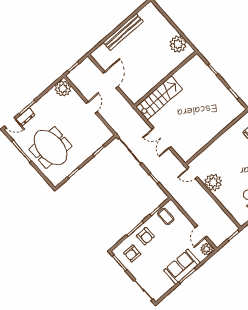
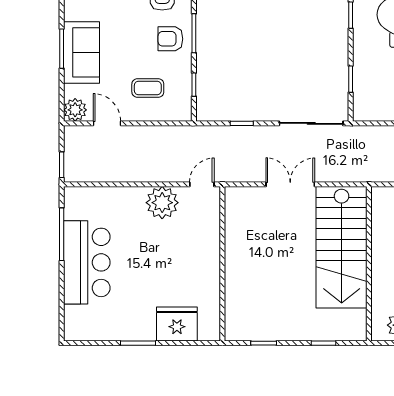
stairs: (159, 98) -> (342, 247), width x1.36, depth x1.51
coffee table: (166, 217) -> (148, 88), moved

